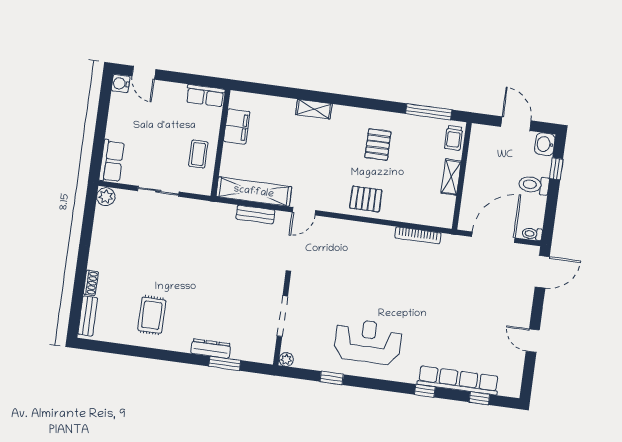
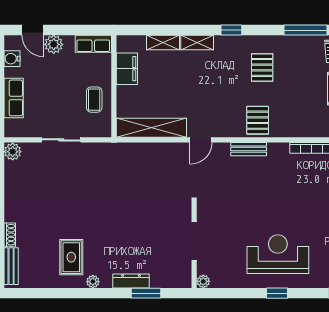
water cooler: (121, 84) -> (12, 59), moved
plant: (164, 91) -> (54, 44), added
window: (351, 101) -> (231, 30), added
shelving: (278, 104) -> (163, 42), added
row of seats: (112, 161) -> (14, 98), moved
pallet: (366, 199) -> (258, 120), turned 90
bench: (255, 215) -> (249, 149), moved
plant: (171, 344) -> (93, 282), added
window: (332, 378) -> (277, 293), moved

